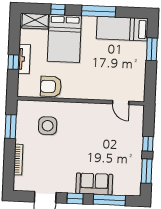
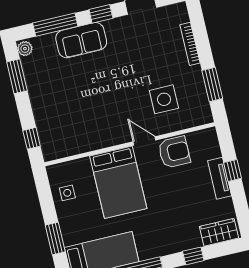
bed: (64, 38) -> (118, 182), moved, turned 180
side table: (134, 79) -> (67, 193), added
door: (121, 102) -> (144, 141), moved
window: (148, 144) -> (32, 138), moved
plant: (136, 189) -> (25, 49), added

